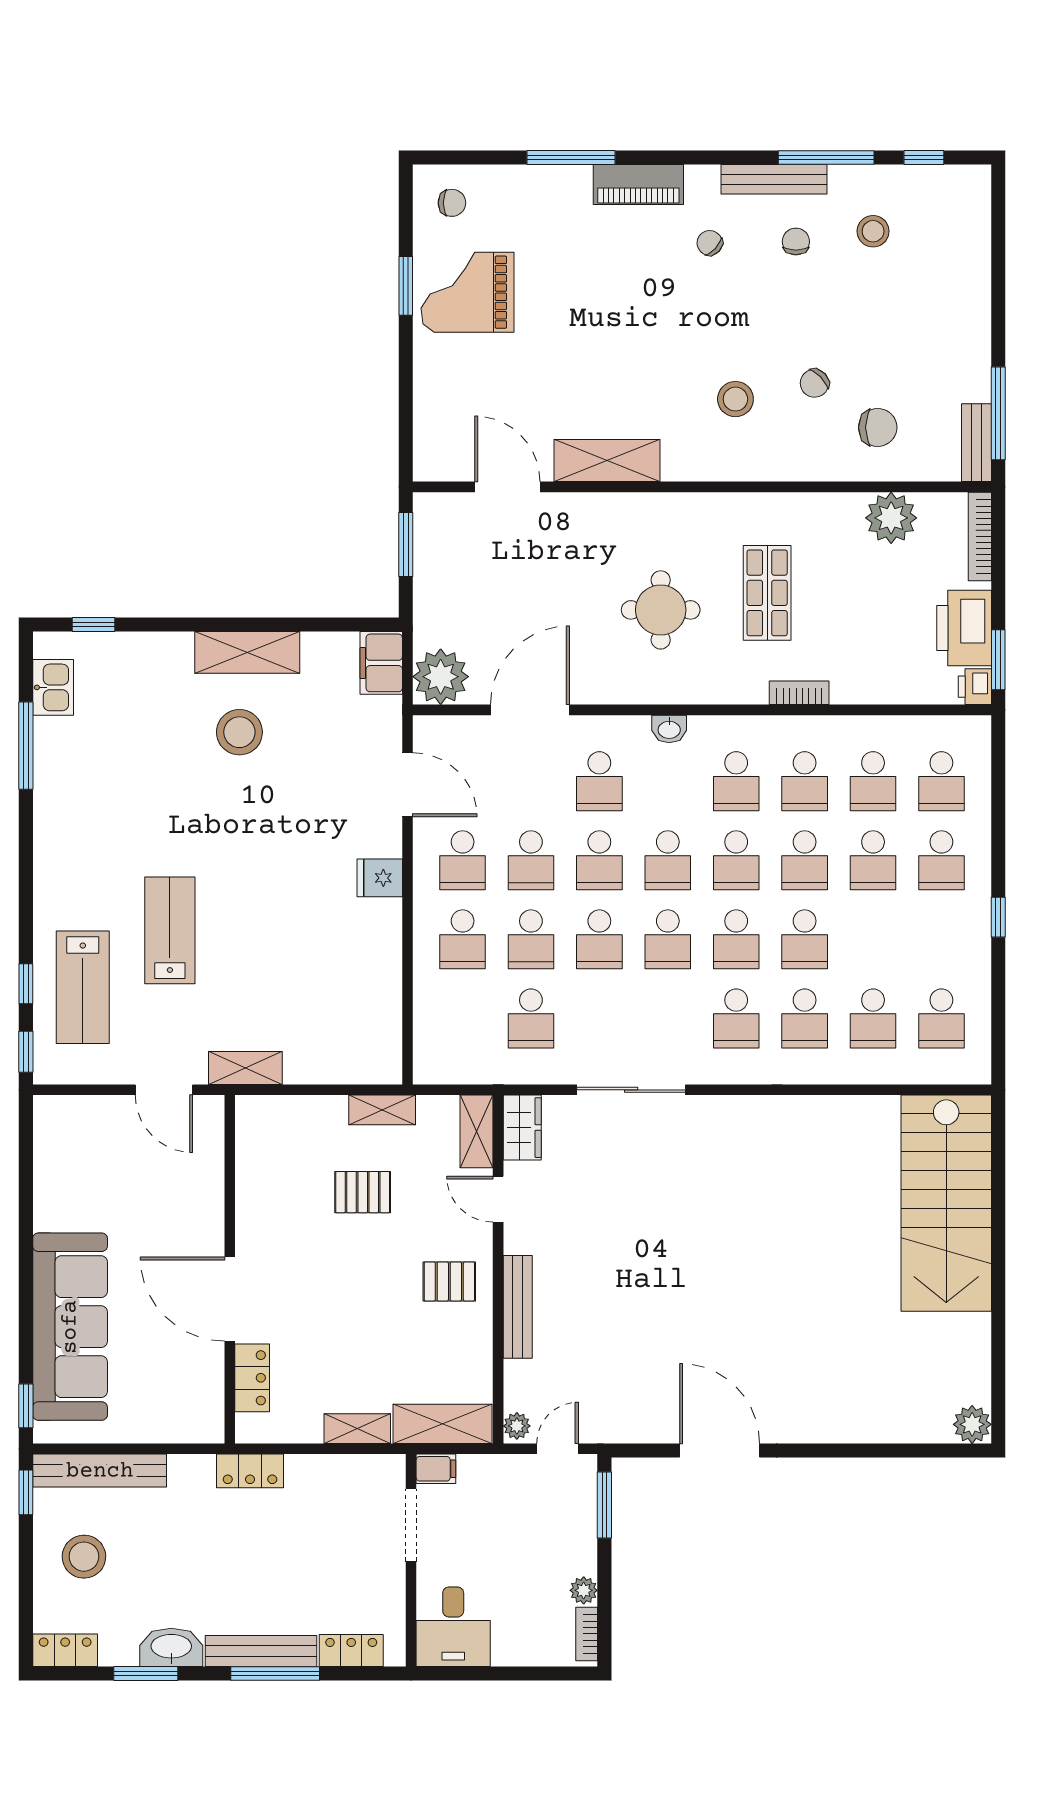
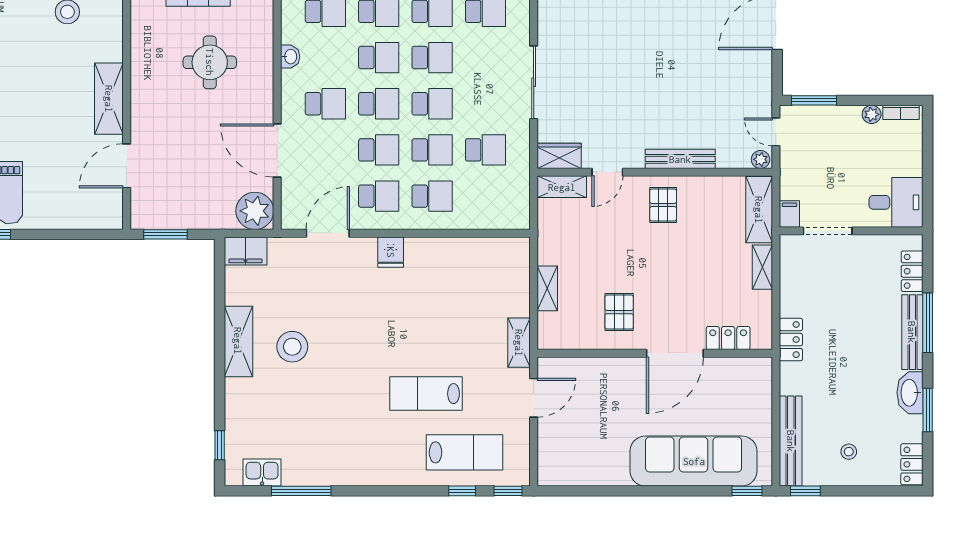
shelving: (382, 1110) -> (547, 288), moved
pallet: (363, 1192) -> (619, 312), moved
stool: (84, 1557) -> (849, 452), width x0.53, depth x0.53

